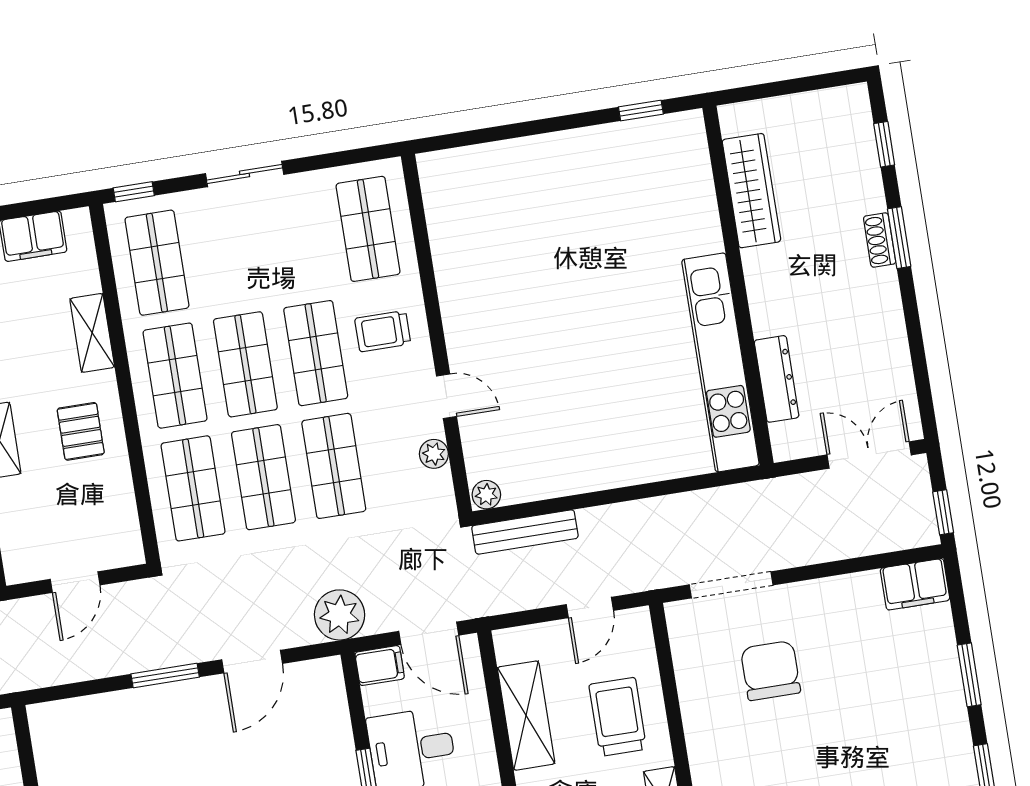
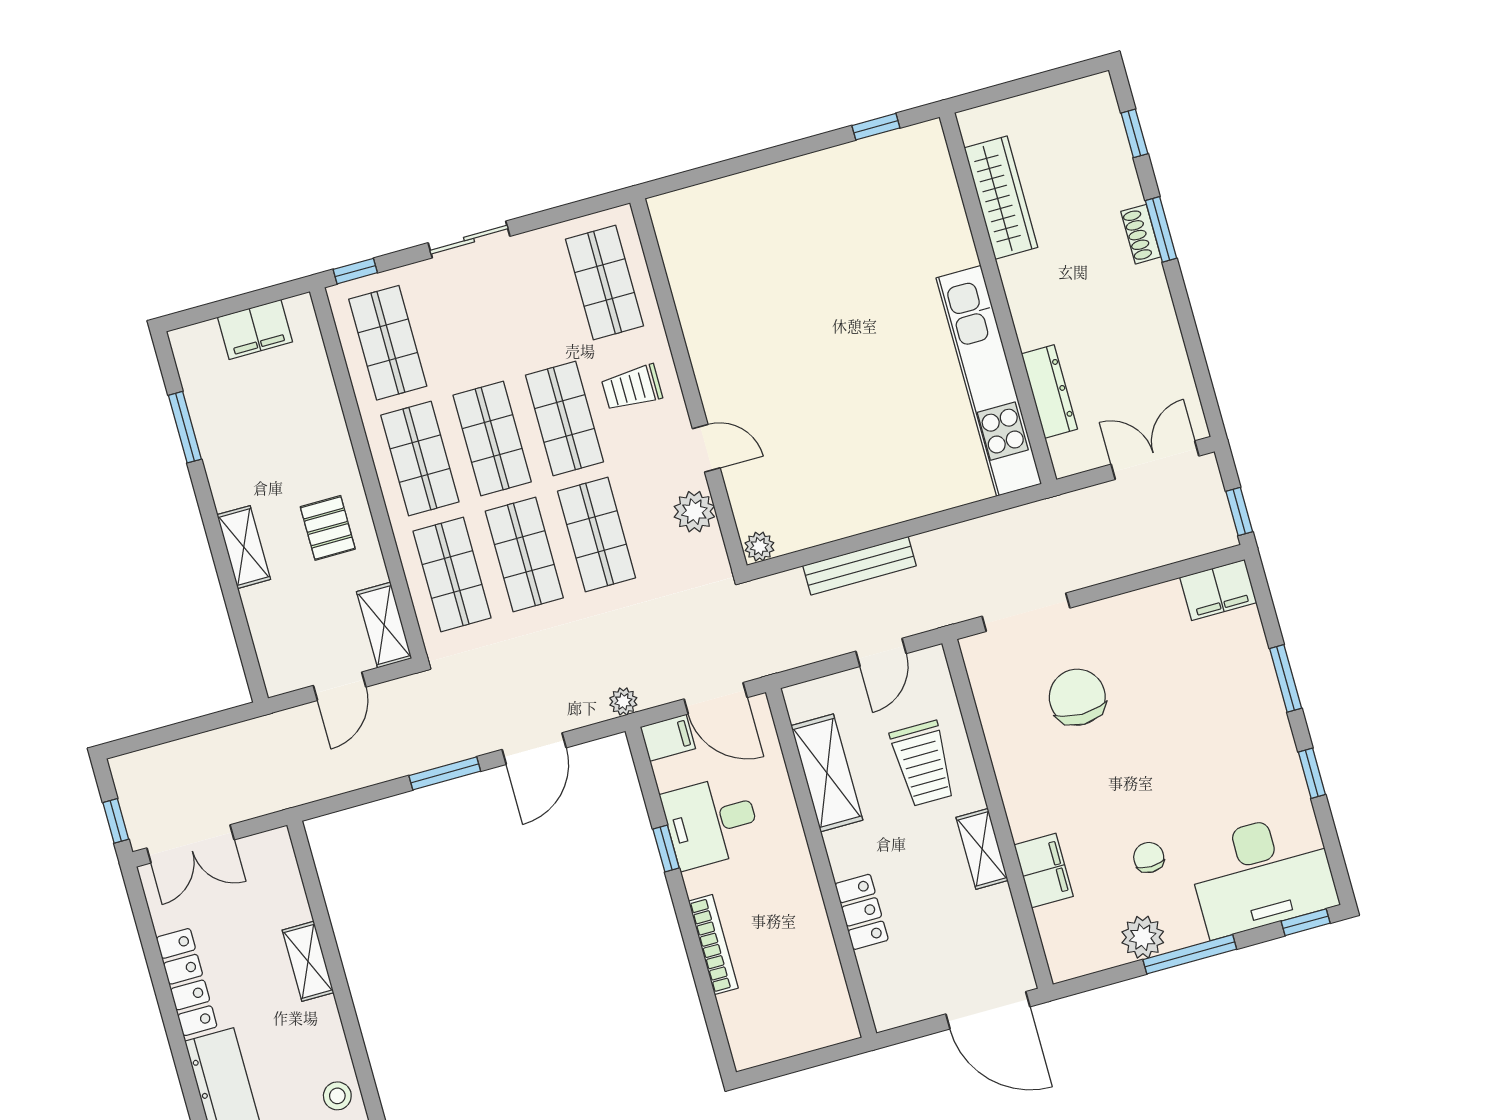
shelving: (92, 333) -> (384, 625), moved
plant: (434, 454) -> (694, 512), width x1.38, depth x1.38
bench: (525, 532) -> (860, 566), moved
plant: (340, 615) -> (623, 701), width x0.53, depth x0.53
trolley: (618, 717) -> (923, 764), turned 180

